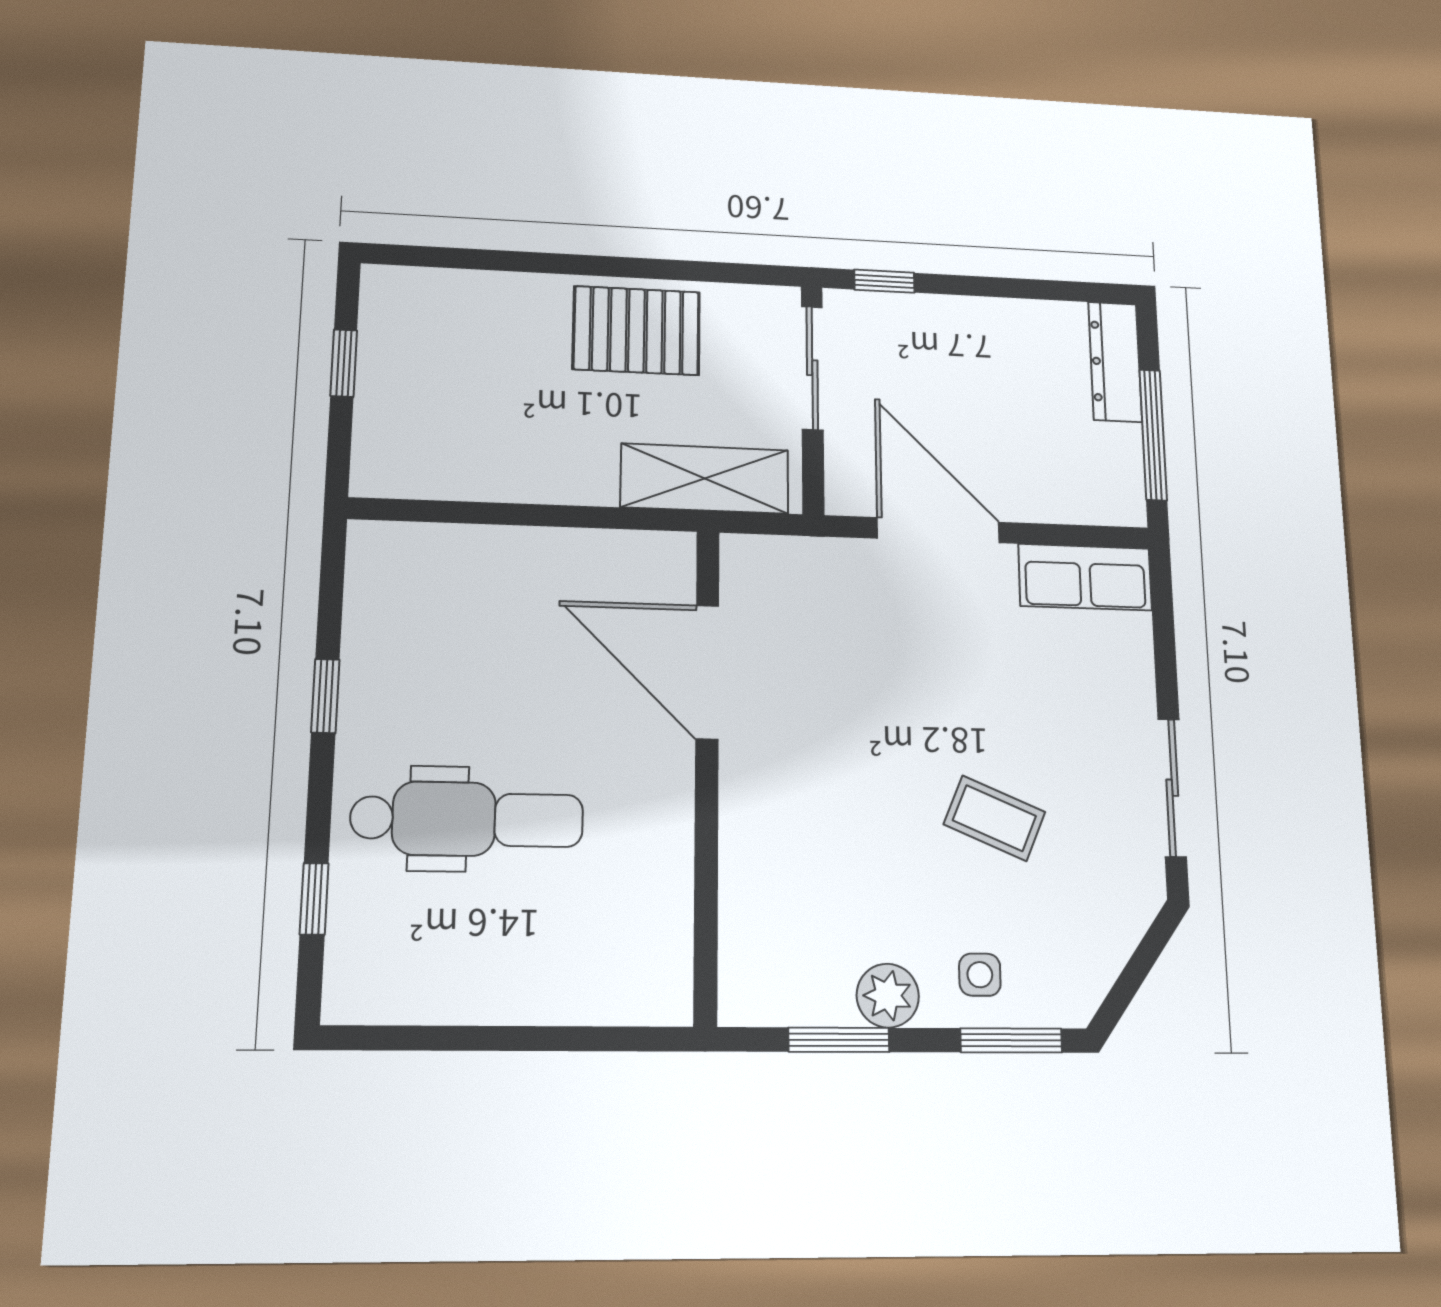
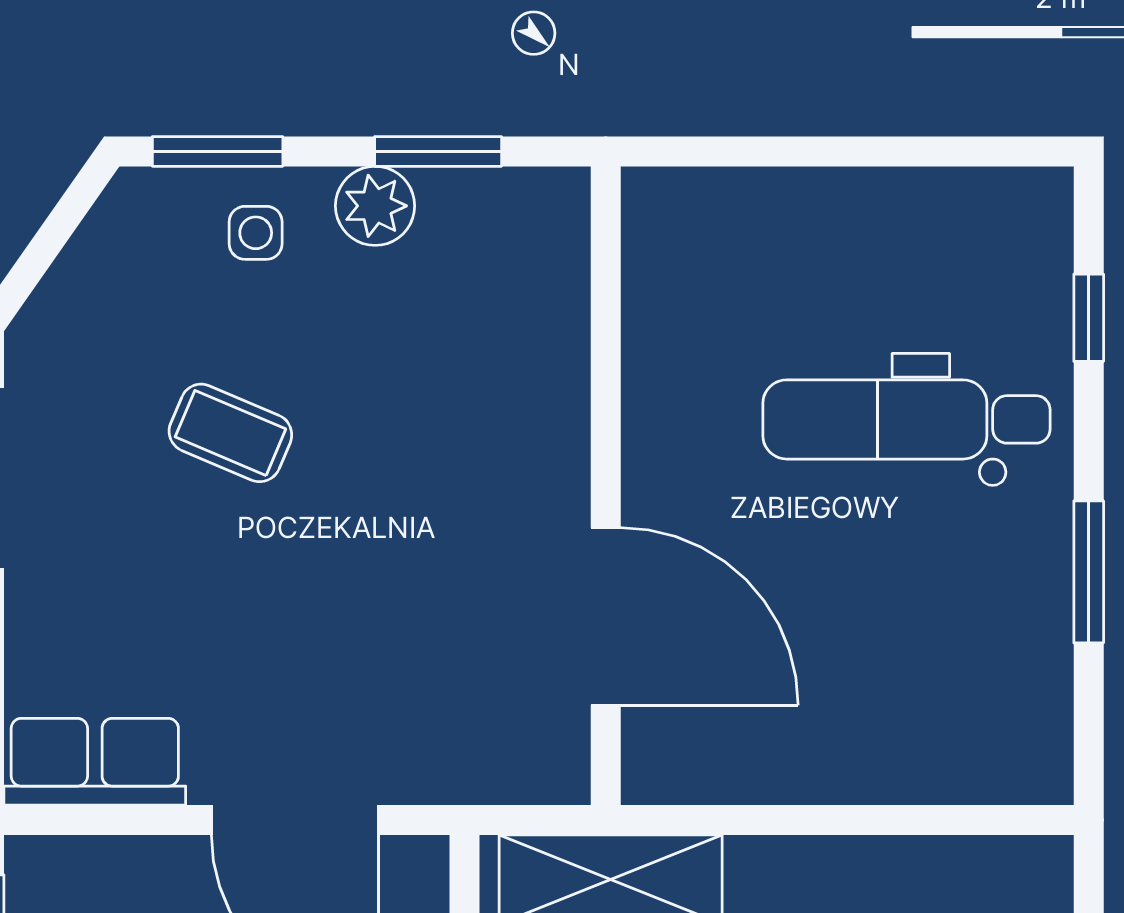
window: (325, 696) -> (1089, 572), width x1.50

